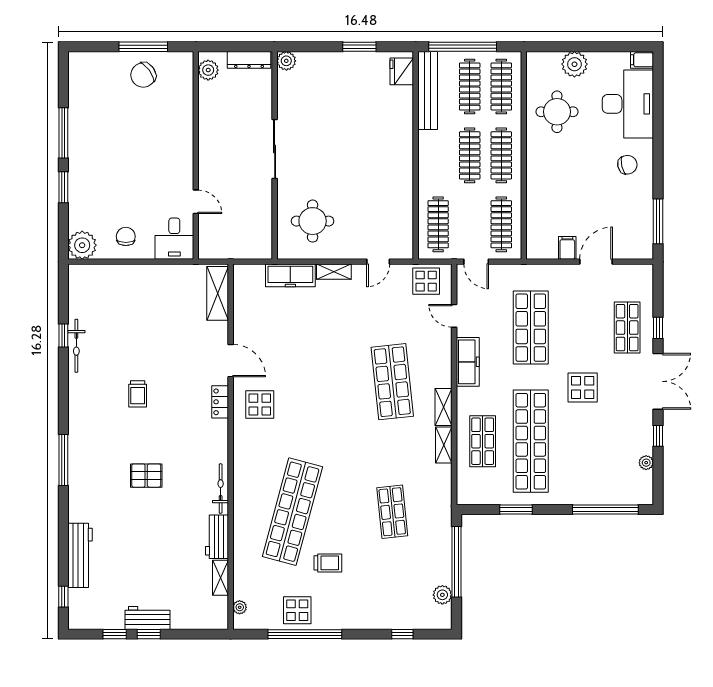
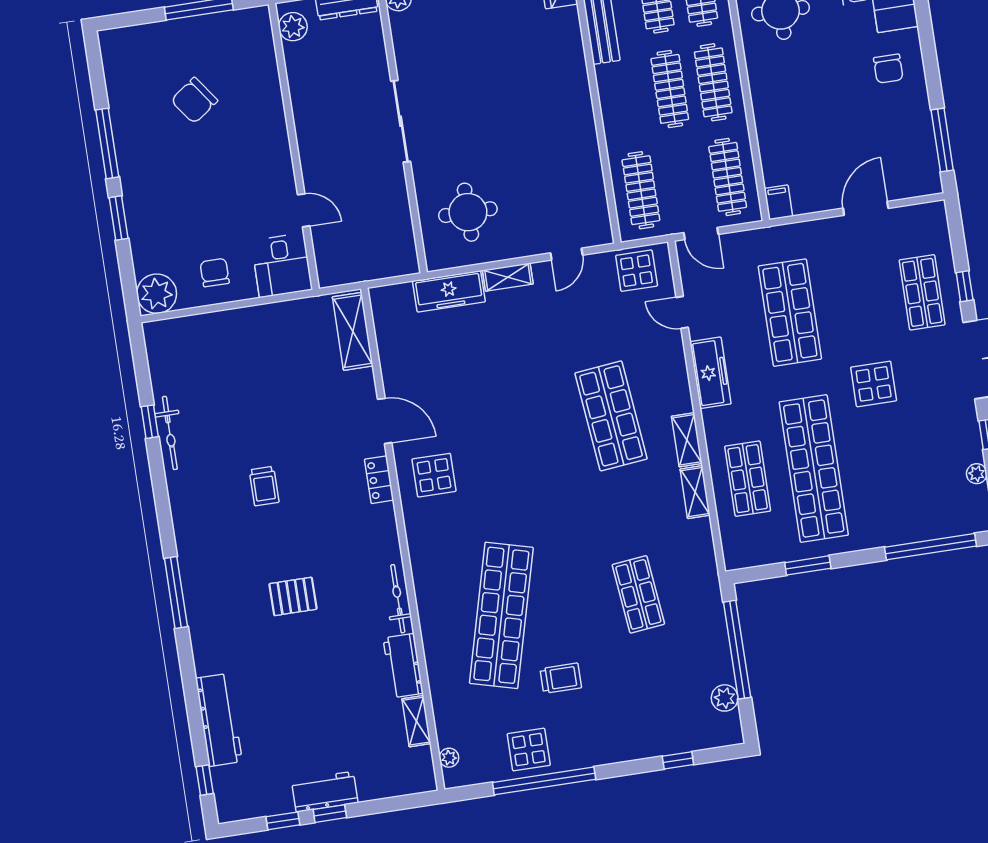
chair: (143, 75) -> (194, 100), moved
chair: (627, 165) -> (888, 69), turned 103
filing cabinet: (567, 248) -> (778, 202), moved

